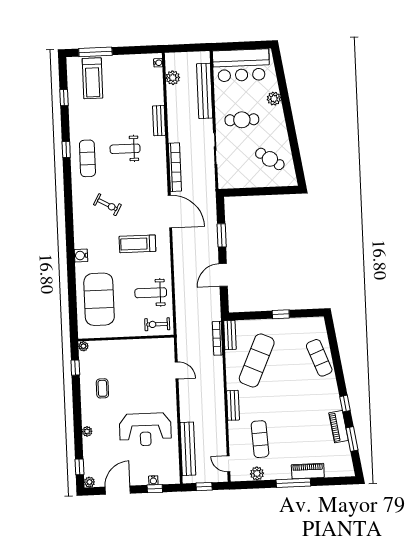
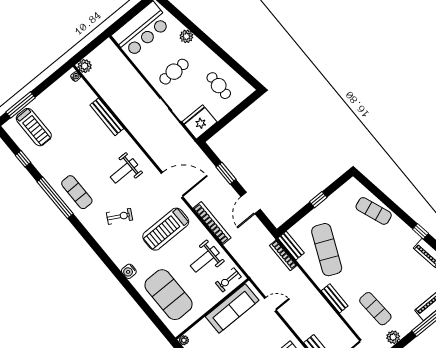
plant: (173, 78) -> (85, 66), moved
bench: (205, 91) -> (128, 71), removed
bench: (159, 121) -> (107, 117), width x1.36
weight bench: (125, 149) -> (124, 171), moved
window: (66, 150) -> (55, 198), width x3.17
cafe table: (270, 159) -> (219, 86), turned 56
bookcase: (175, 167) -> (212, 223), moved
fridge: (232, 177) -> (199, 122), added
treadmill: (137, 244) -> (166, 229), width x1.37, depth x1.38
sofa: (143, 350) -> (232, 308), added

